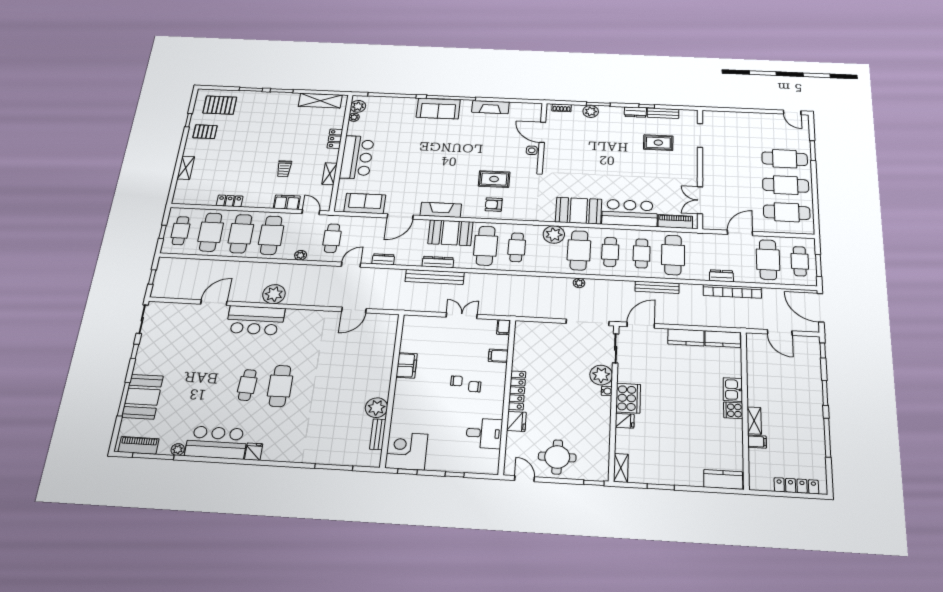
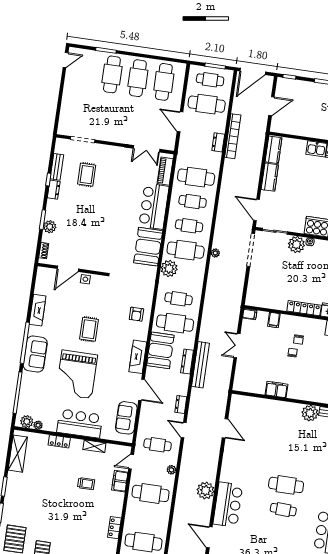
grand piano: (416, 150) -> (77, 374), added
rug: (494, 179) -> (89, 329), moved
cafe table: (241, 234) -> (147, 518), removed
bench: (657, 287) -> (224, 193), removed

